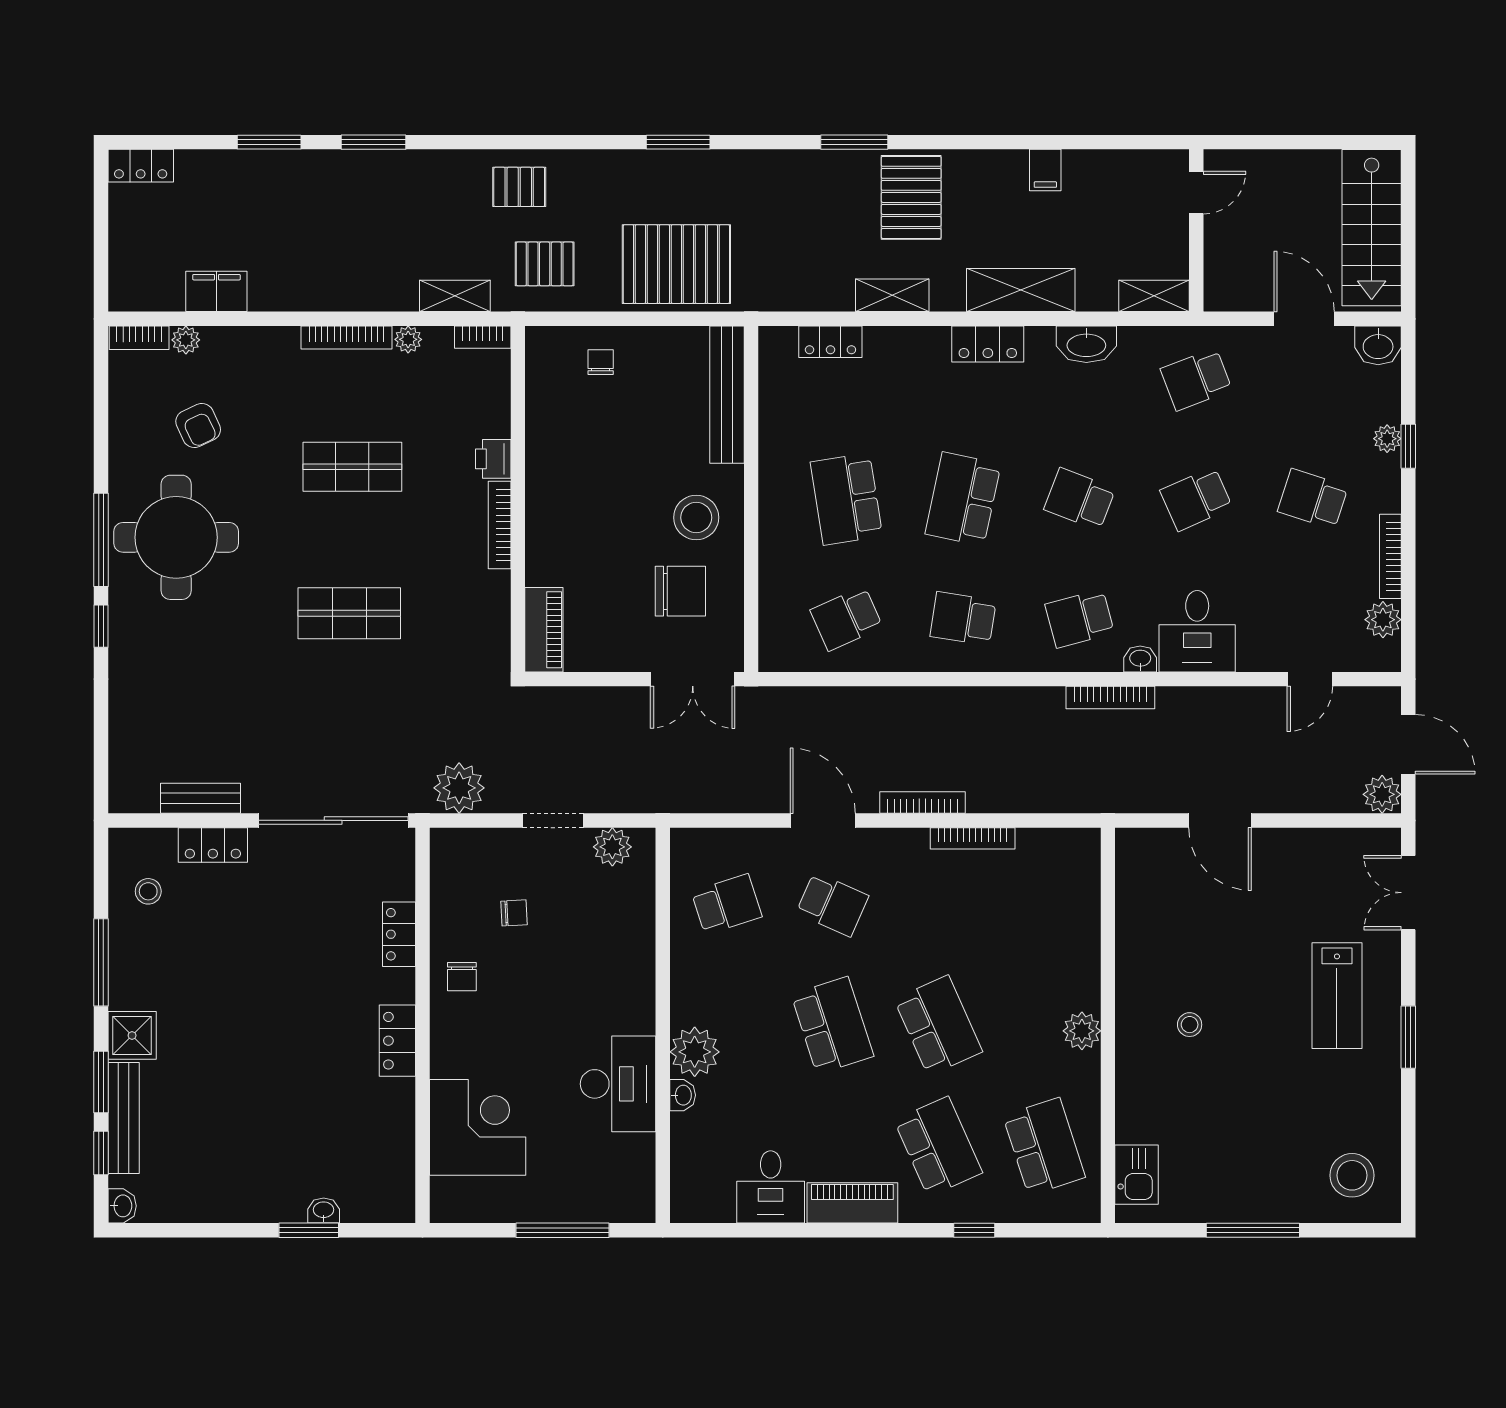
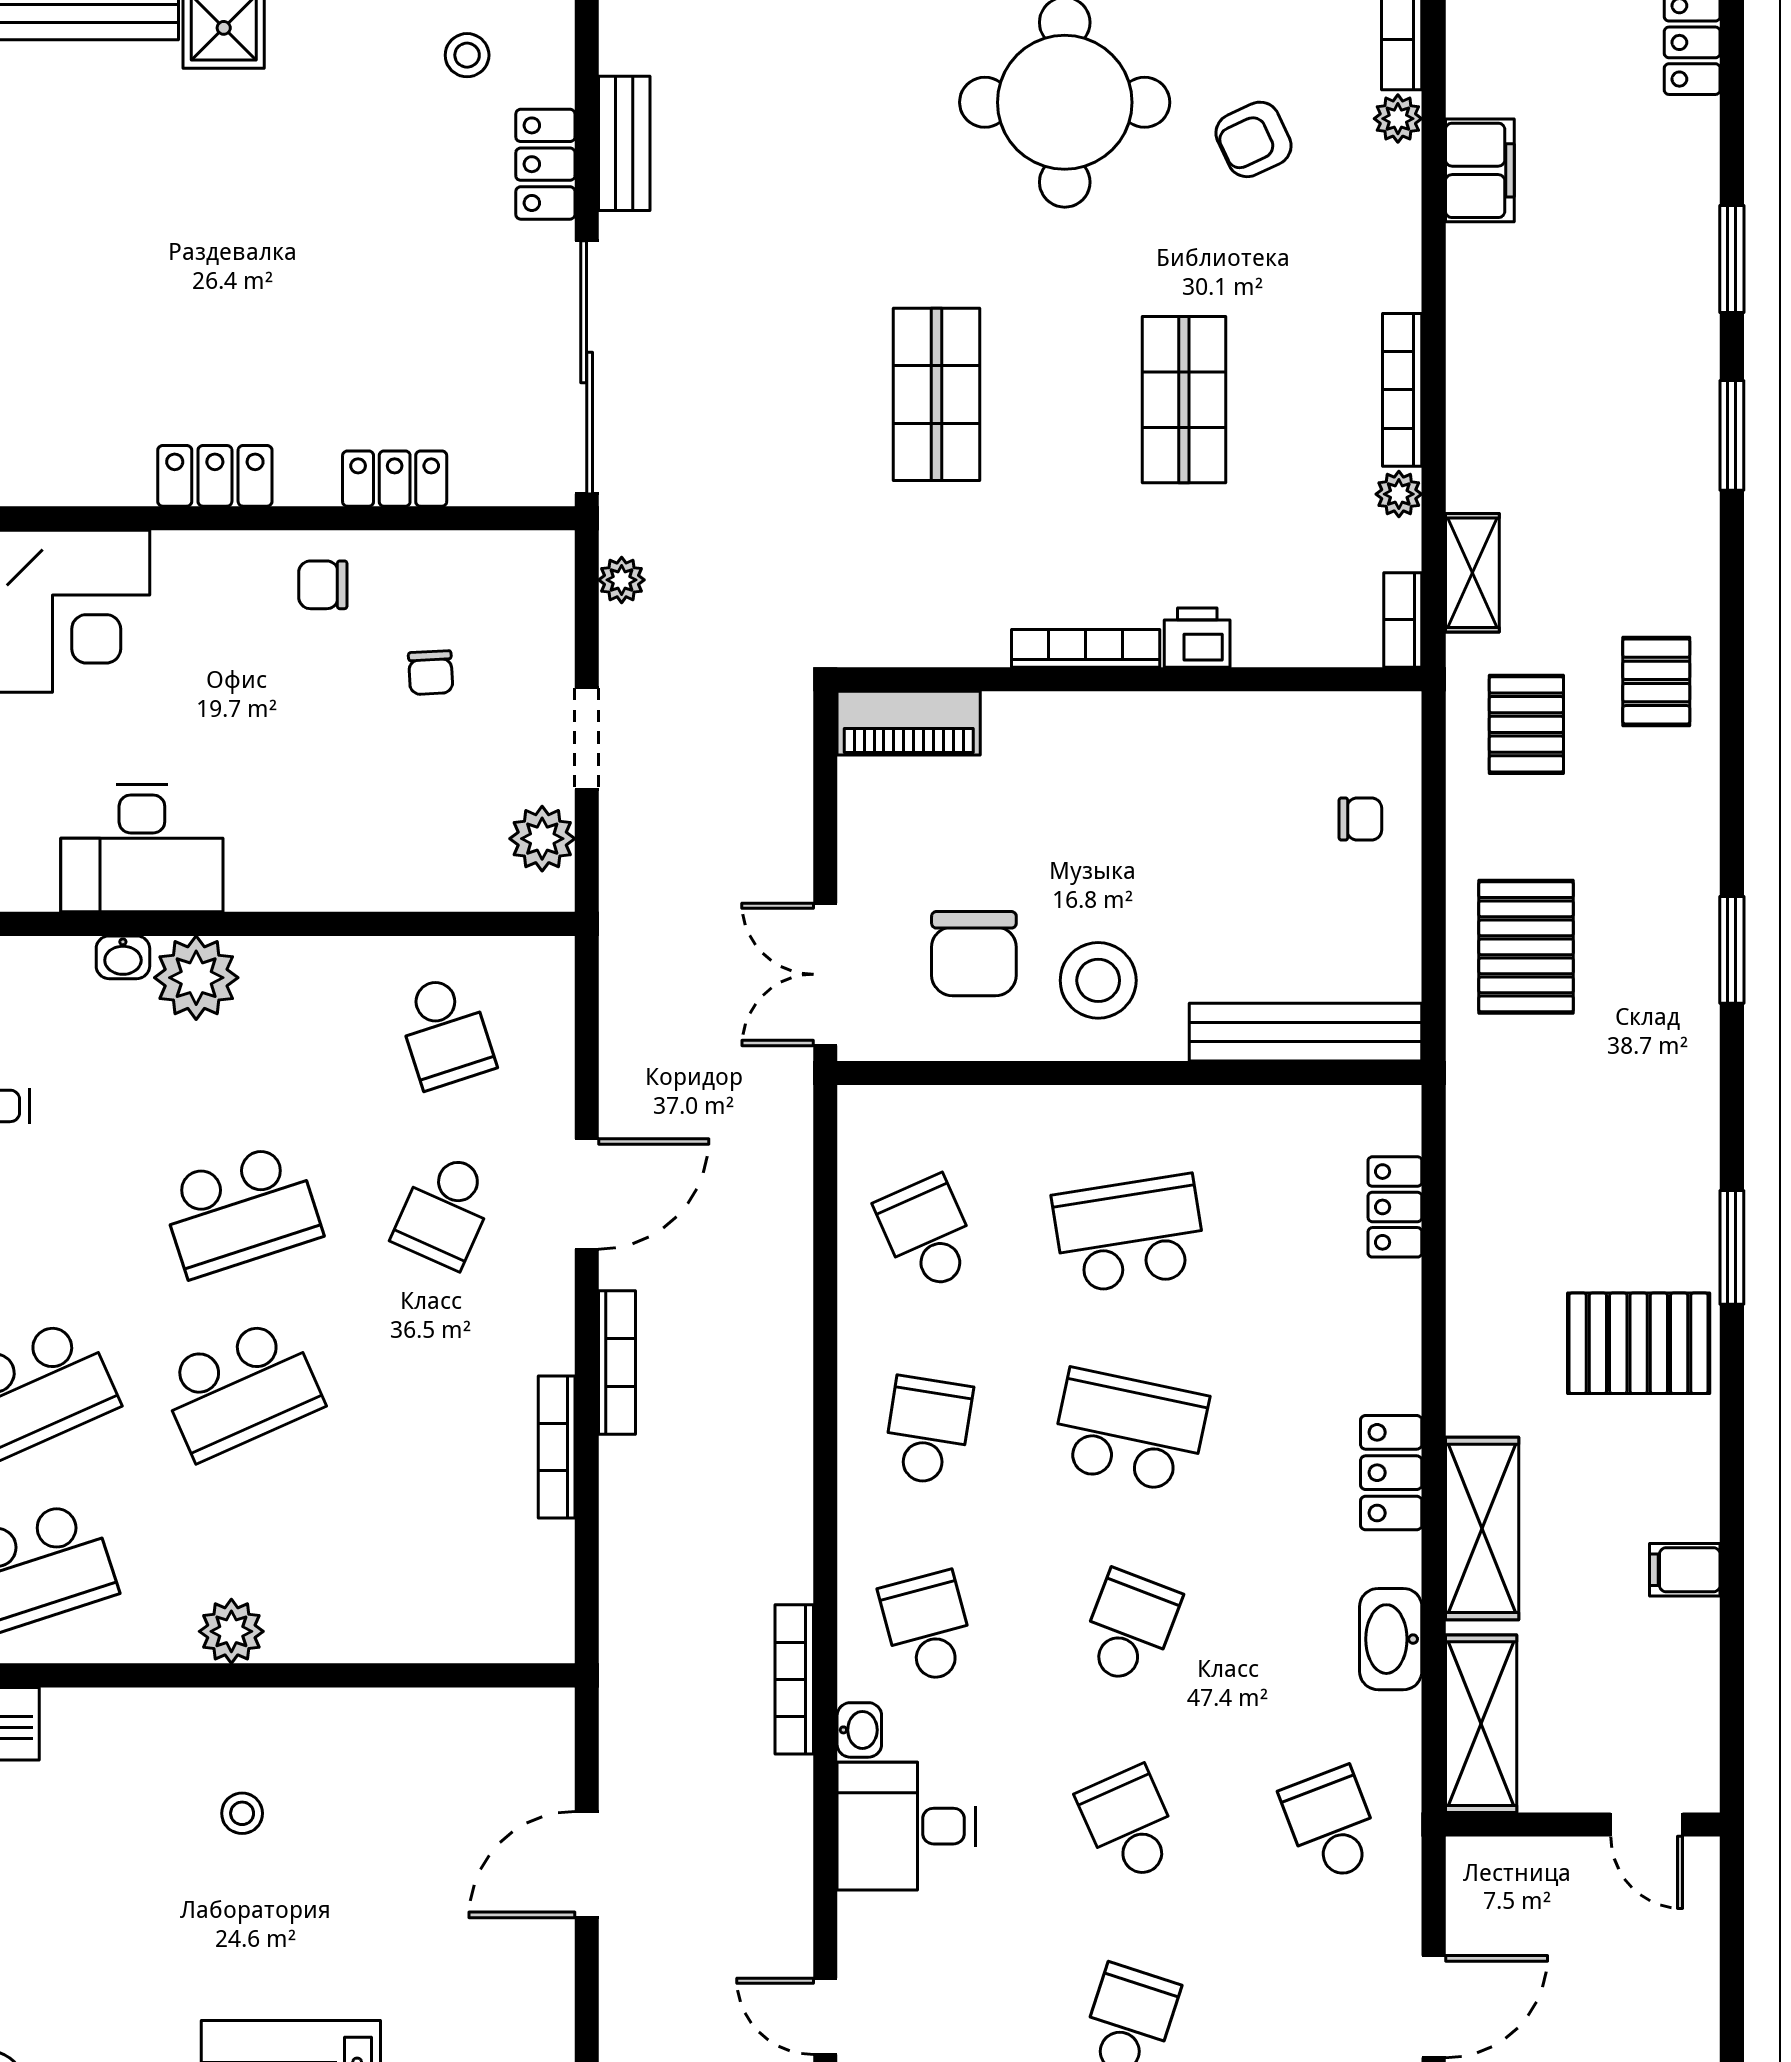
pallet: (676, 264) -> (1526, 947), width x0.73, depth x0.71
shelving: (892, 295) -> (1473, 1311), removed
shelving: (1154, 296) -> (1481, 1724), width x1.50, depth x1.33
plant: (459, 788) -> (622, 580), width x0.53, depth x0.53

